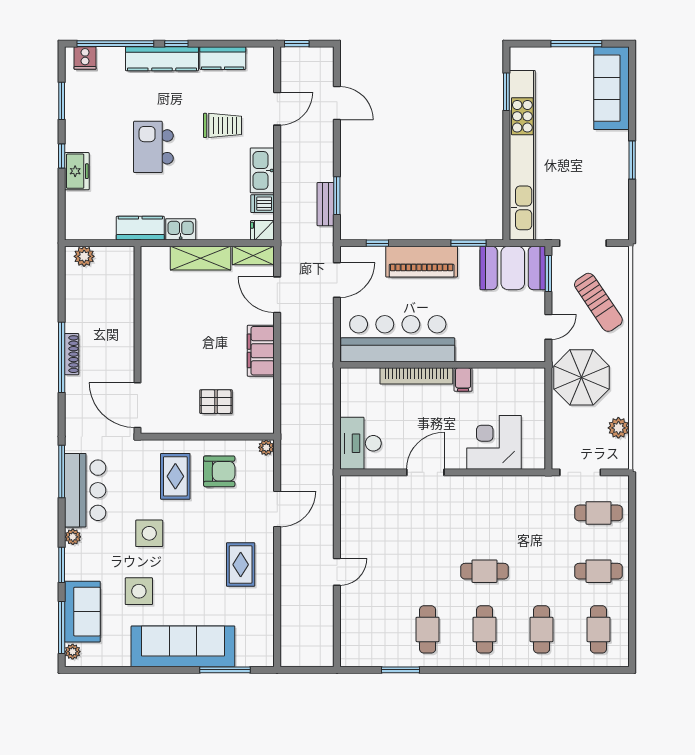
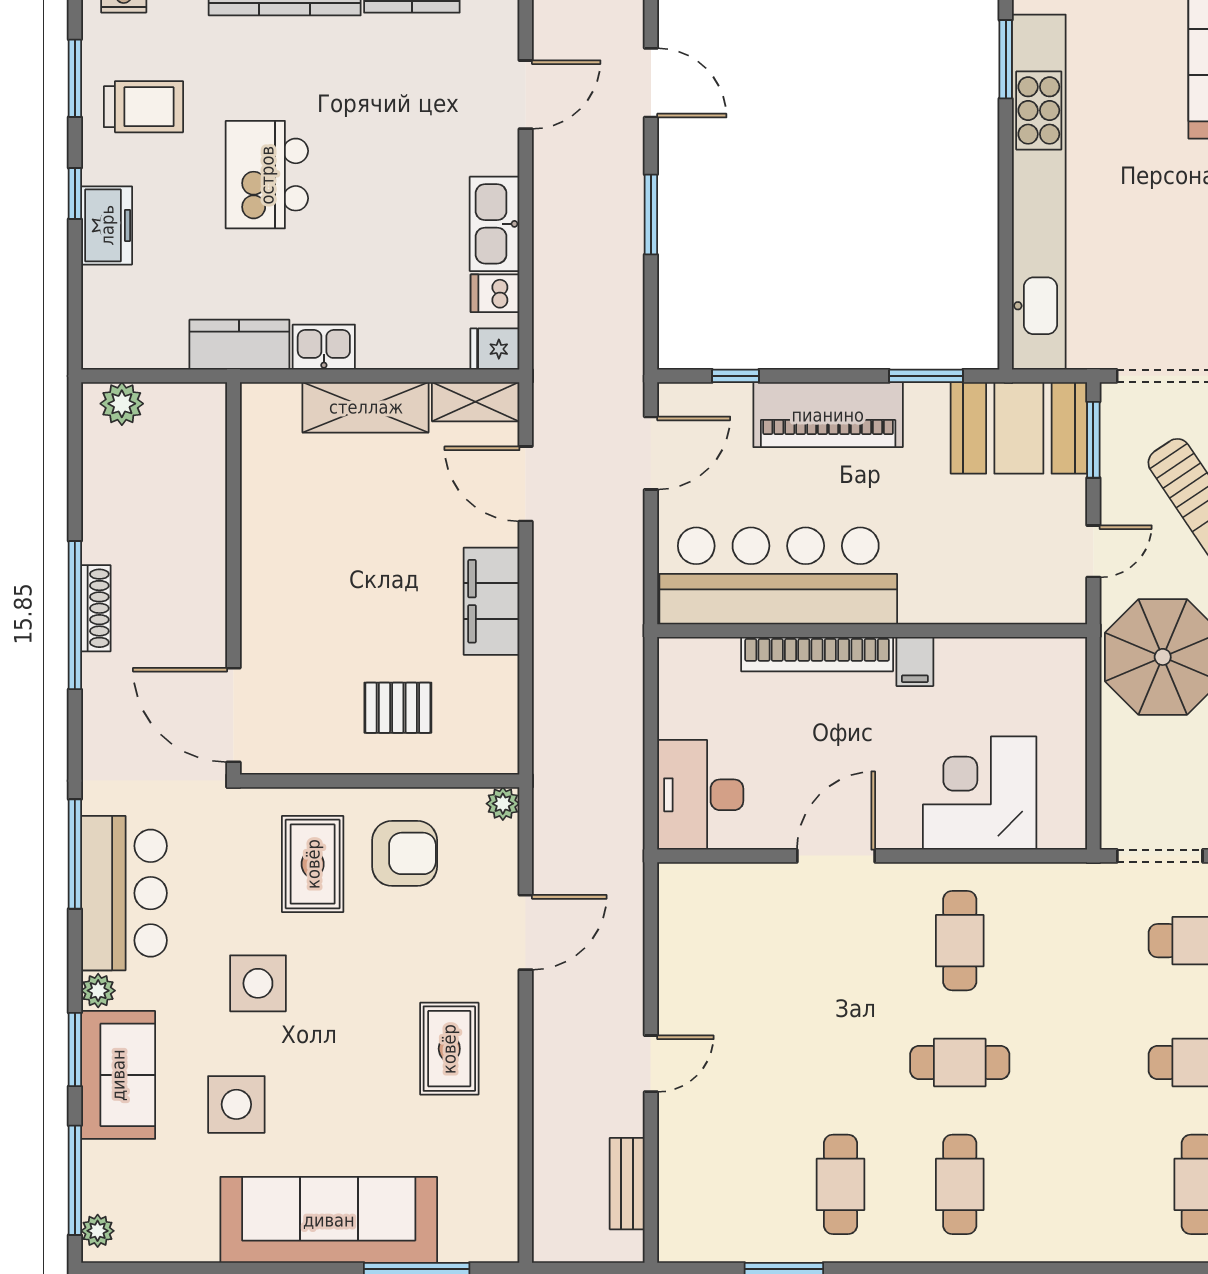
trolley: (222, 125) -> (143, 107), moved
window: (337, 196) -> (651, 214), moved
bench: (326, 204) -> (627, 1184), moved
sofa: (82, 612) -> (118, 1075), moved
cafe table: (542, 629) -> (960, 941), moved

